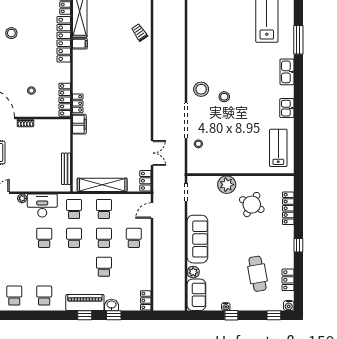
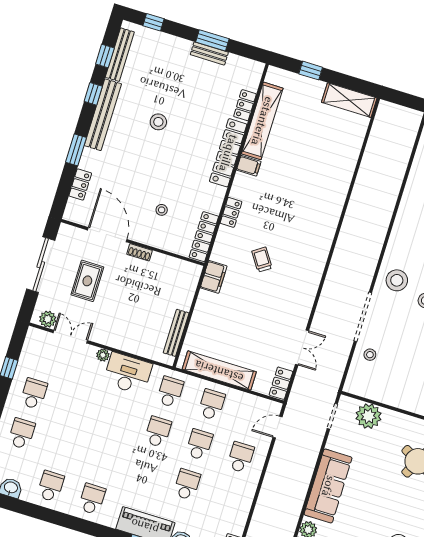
trolley: (139, 33) -> (262, 260), moved
locker: (78, 103) -> (231, 212), moved
plant: (227, 185) -> (368, 416), moved
school desk: (44, 238) -> (117, 419), removed

